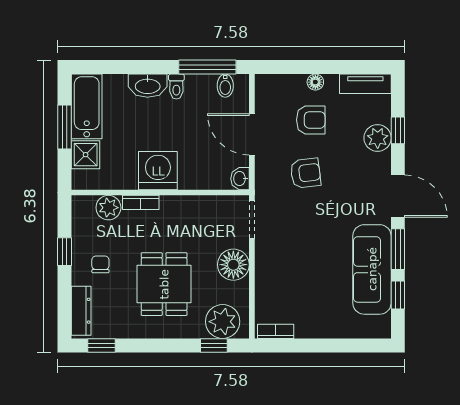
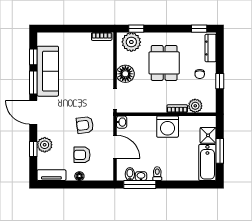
washbasin: (148, 86) -> (141, 176), moved, width x0.52, depth x0.69

